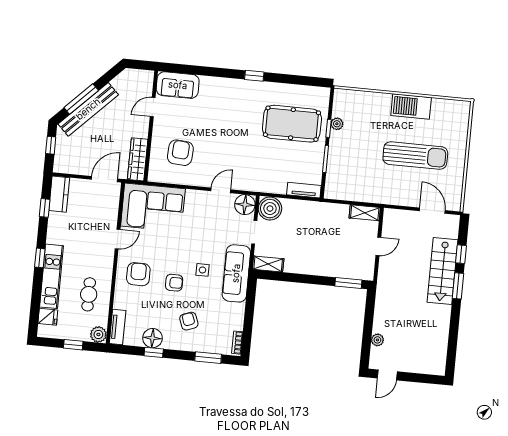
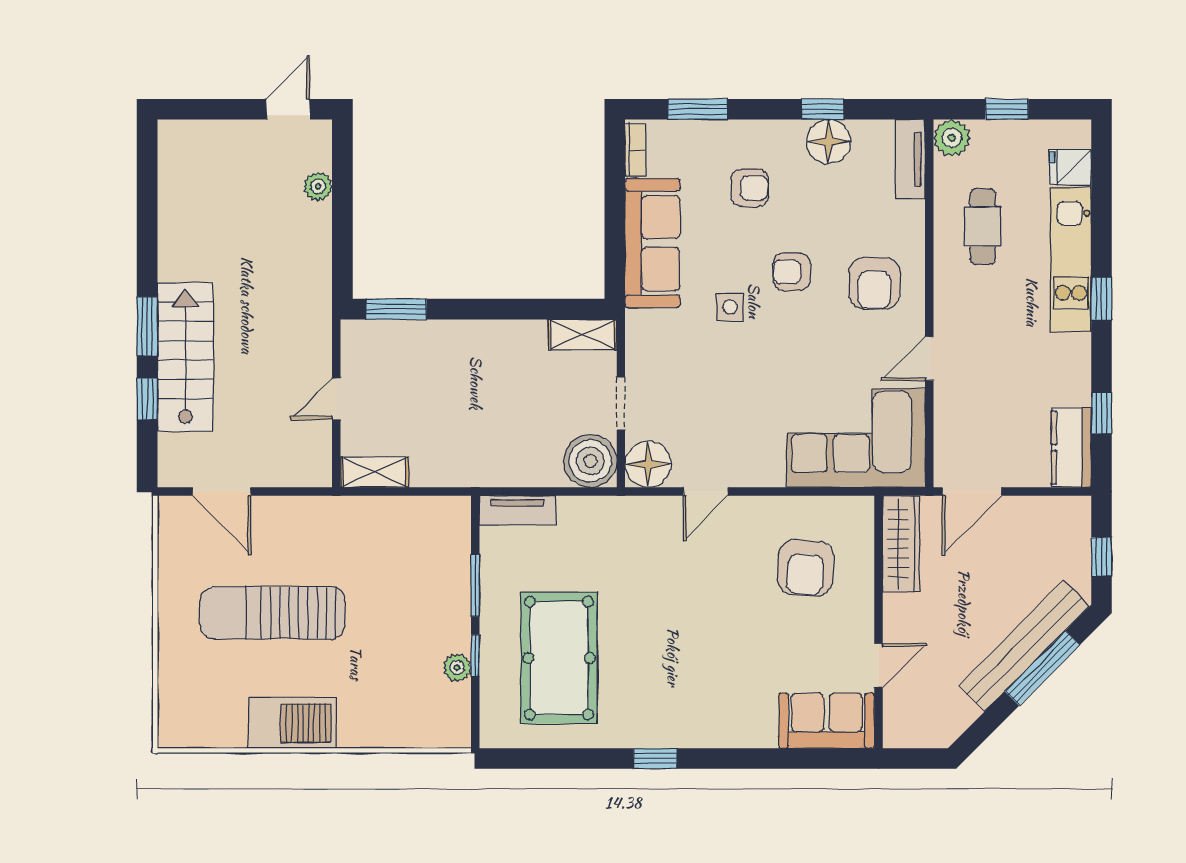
pool table: (292, 124) -> (559, 658), turned 90
sofa: (236, 273) -> (652, 243), moved
armchair: (189, 321) -> (750, 188), turned -69

